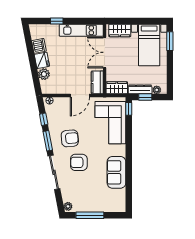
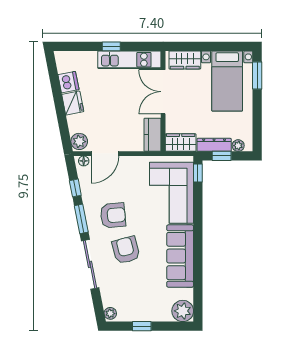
window: (57, 21) -> (111, 46), moved
plant: (44, 74) -> (79, 141), moved
door: (80, 96) -> (105, 154), moved
armchair: (79, 162) -> (126, 250), turned 75
sofa: (116, 172) -> (180, 256), width x1.36
plant: (118, 205) -> (183, 311), added
window: (90, 215) -> (142, 326), width x0.46

